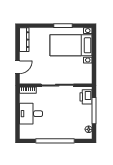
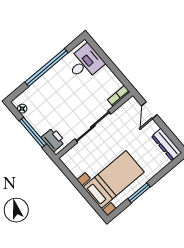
desk: (31, 114) -> (85, 63), moved

